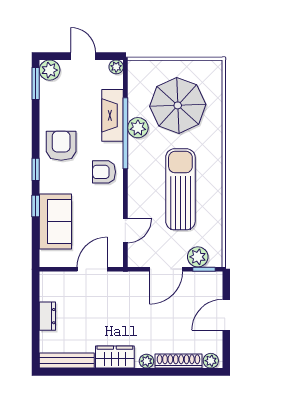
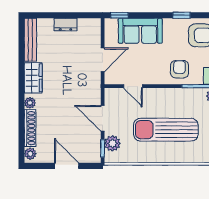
sun lounger: (180, 189) -> (166, 130), turned 180
window: (36, 206) -> (119, 15), moved
door: (92, 269) -> (103, 60), hinge flipped

